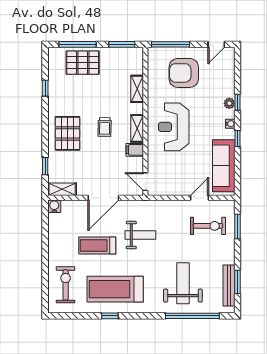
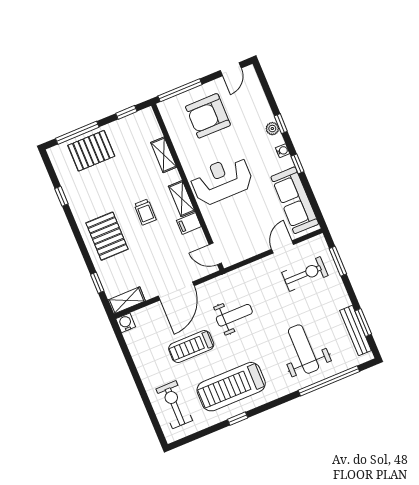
window: (122, 44) -> (126, 112), width x0.67
reception desk: (174, 127) -> (222, 180), turned 90

